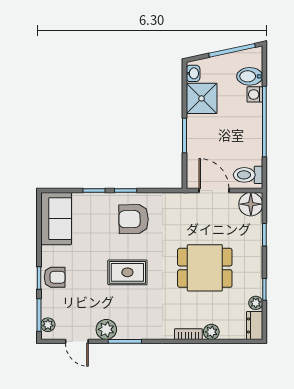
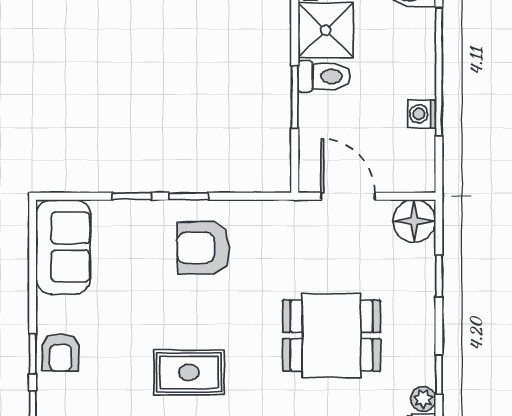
washing machine: (255, 94) -> (422, 114), moved
toilet: (248, 175) -> (324, 76), moved, turned 180
rug: (127, 272) -> (189, 372), moved
armchair: (55, 277) -> (61, 353), turned 91

